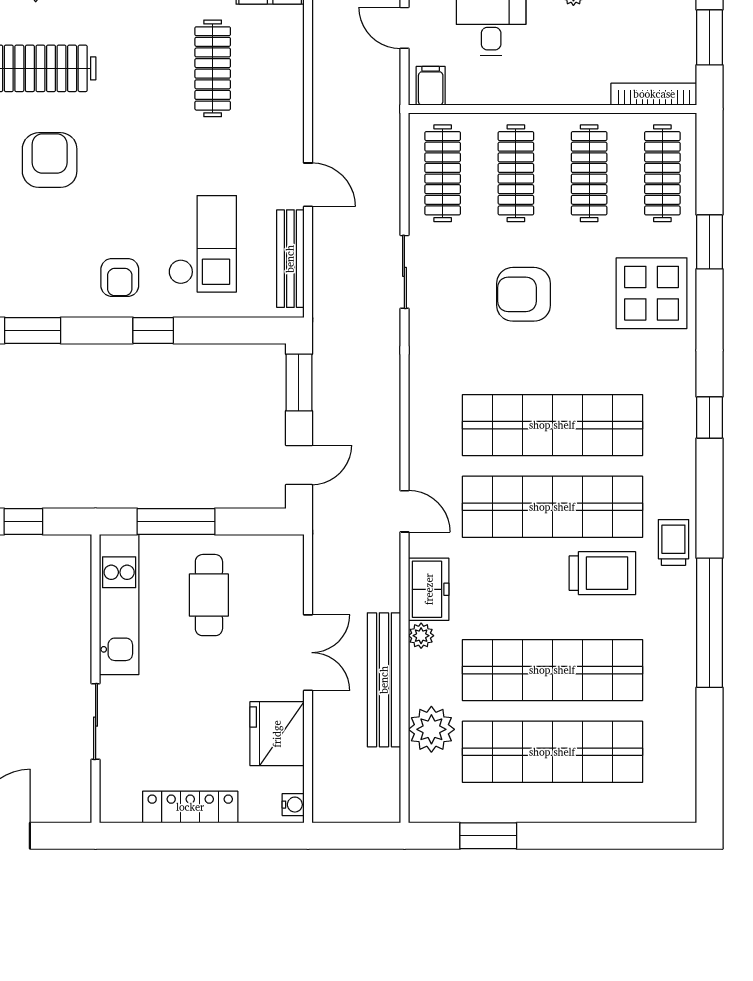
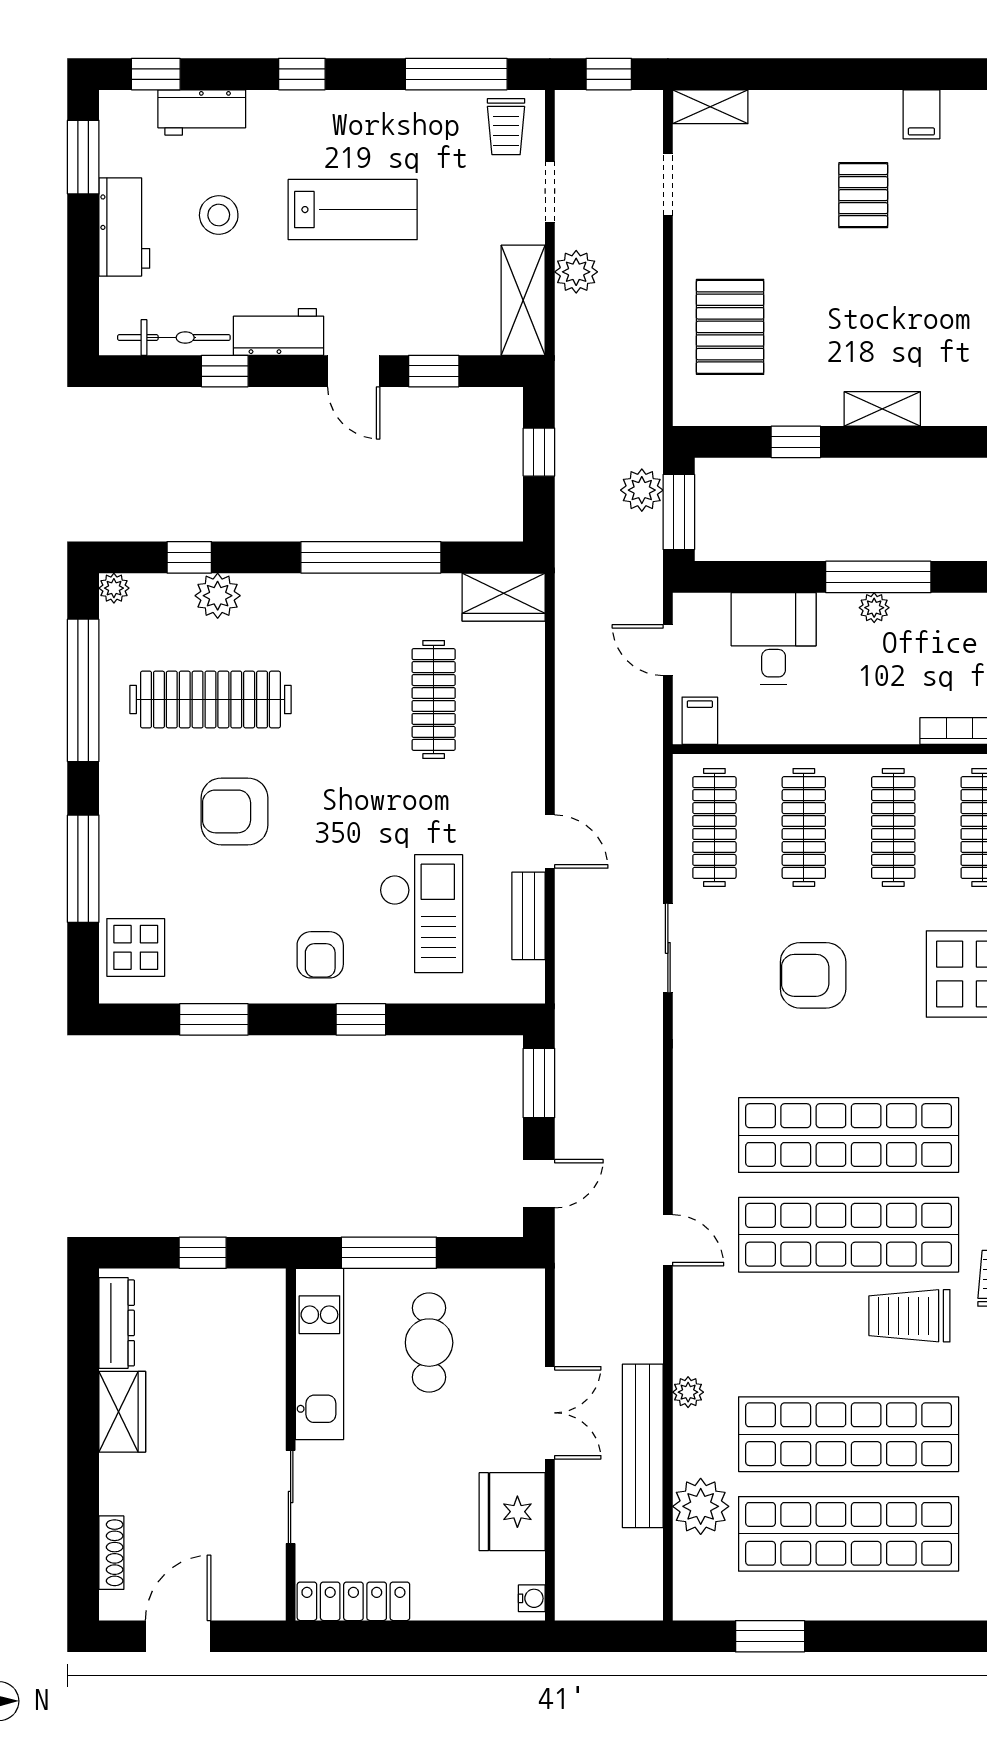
armchair: (50, 160) -> (235, 811), turned -90
bench: (290, 259) -> (529, 916), width x0.73
trolley: (602, 573) -> (909, 1316), turned 180
freezer: (429, 589) -> (697, 1335), removed
locker: (190, 807) -> (353, 1601), moved

